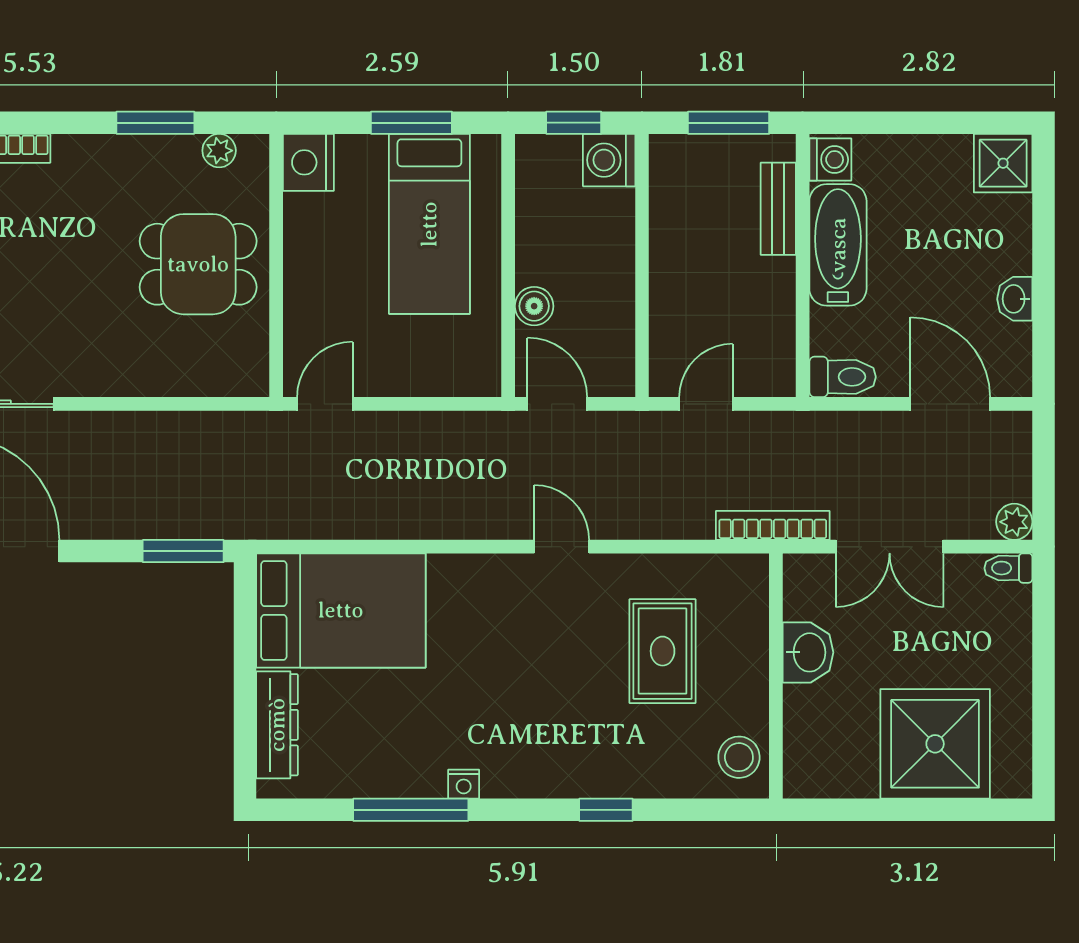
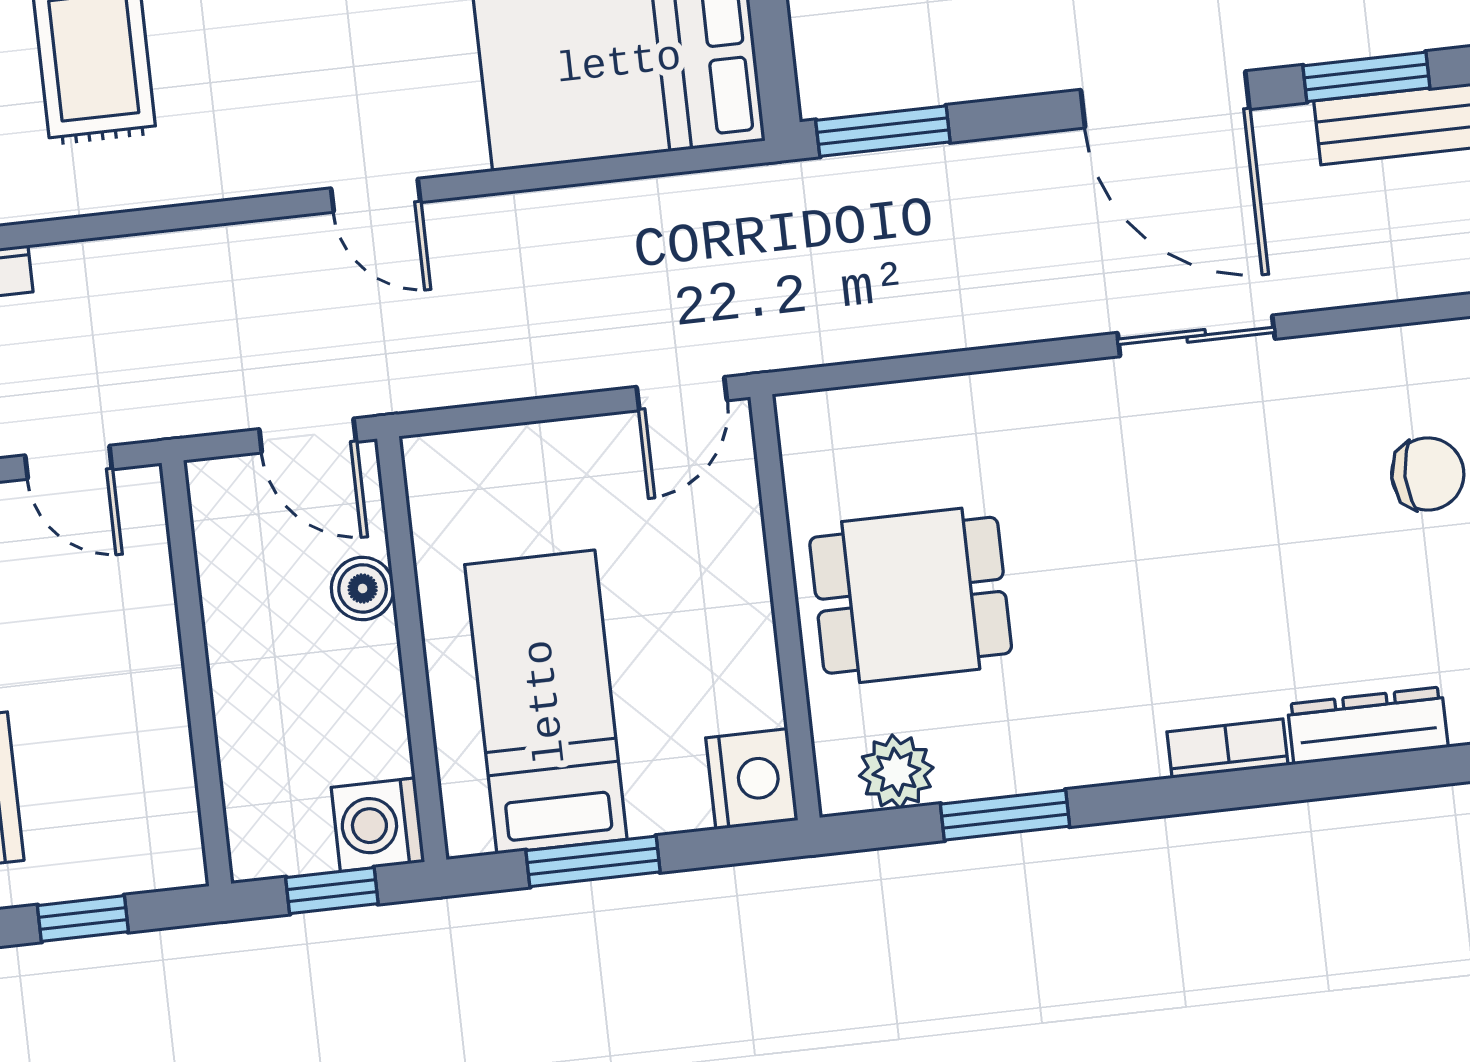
window: (729, 123) -> (83, 919), width x0.67
plant: (219, 151) -> (896, 772), width x1.38, depth x1.38
washing machine: (609, 160) -> (378, 825), moved, turned 180
door: (706, 404) -> (69, 462), hinge flipped
door: (562, 547) -> (376, 195), moved

